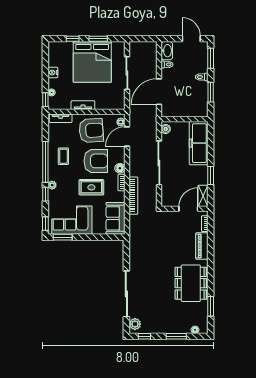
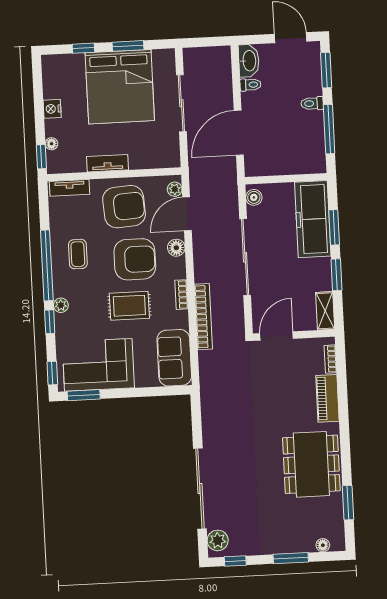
window: (211, 92) -> (329, 129), width x1.44
window: (211, 148) -> (334, 227), added
floor lamp: (120, 168) -> (176, 248), moved
door: (188, 209) -> (277, 336), moved

